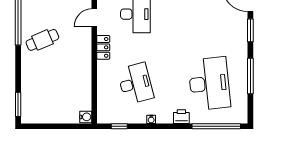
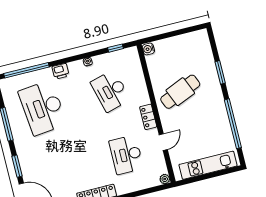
cafe table: (42, 40) -> (180, 92), moved, width x1.37, depth x1.35
window: (18, 104) -> (220, 72), moved

